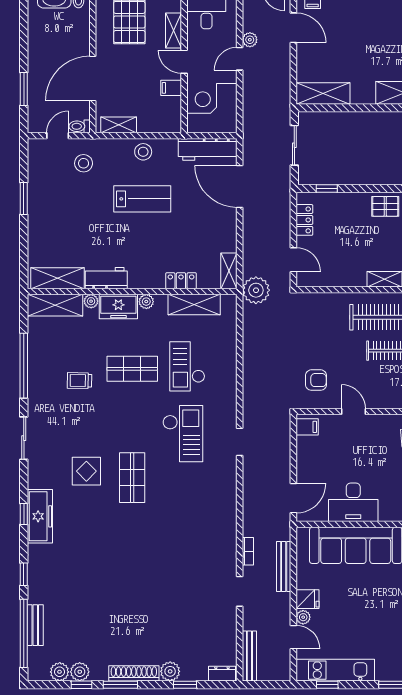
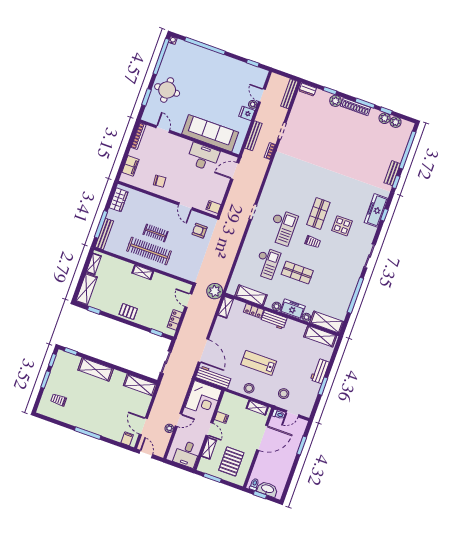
workbench: (38, 221) -> (320, 371), added
workbench: (106, 278) -> (274, 320), moved
trolley: (79, 381) -> (313, 242), moved
checkout: (183, 434) -> (282, 228), turned 180
bench: (35, 625) -> (392, 173), moved
kitchen unit: (335, 670) -> (246, 69), removed

